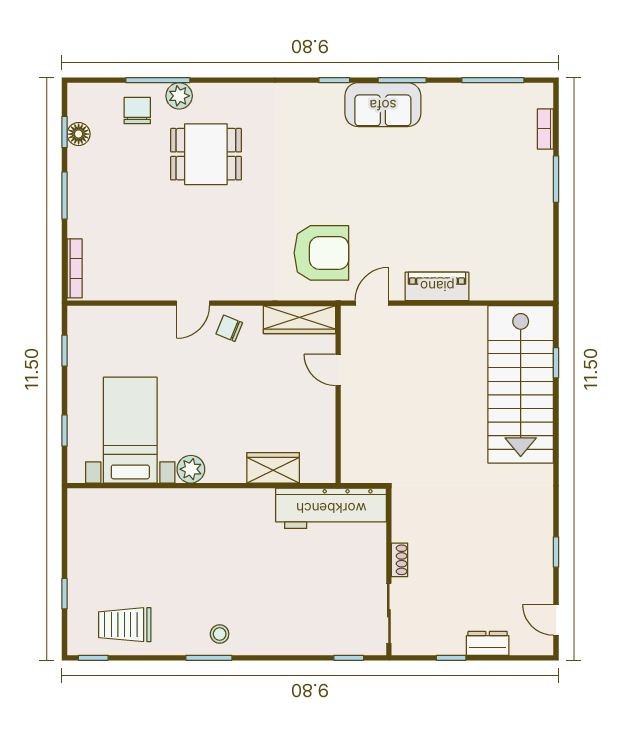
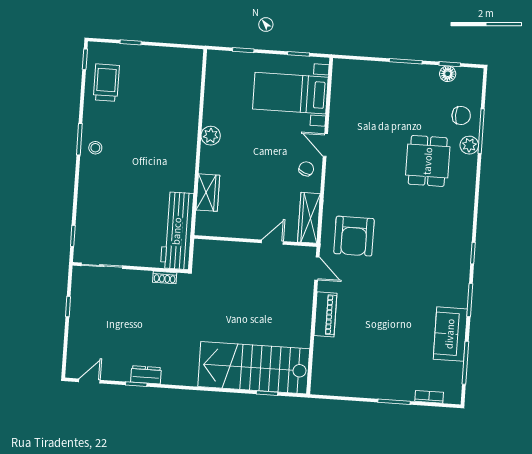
sofa: (383, 105) -> (450, 334), moved
bookcase: (75, 268) -> (355, 65), removed
bed with nightstands: (130, 430) -> (290, 93), moved, turned 180
shoe rack: (399, 560) -> (165, 277), moved
dresser: (488, 643) -> (146, 375), moved, turned -90

